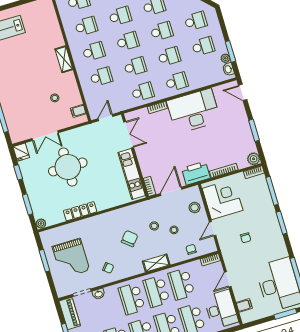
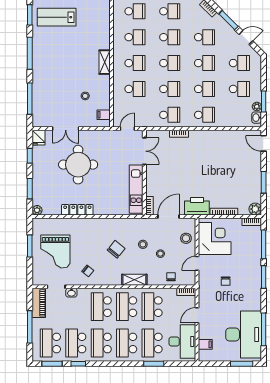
desk: (194, 111) -> (212, 147), removed

